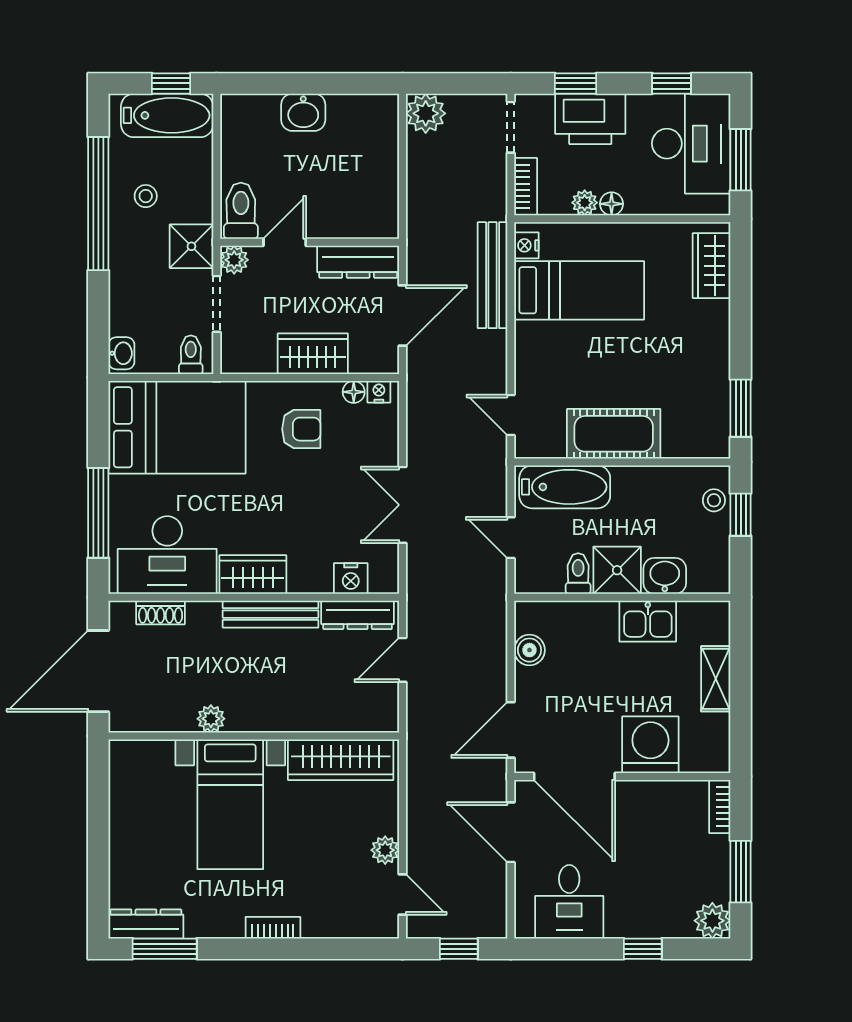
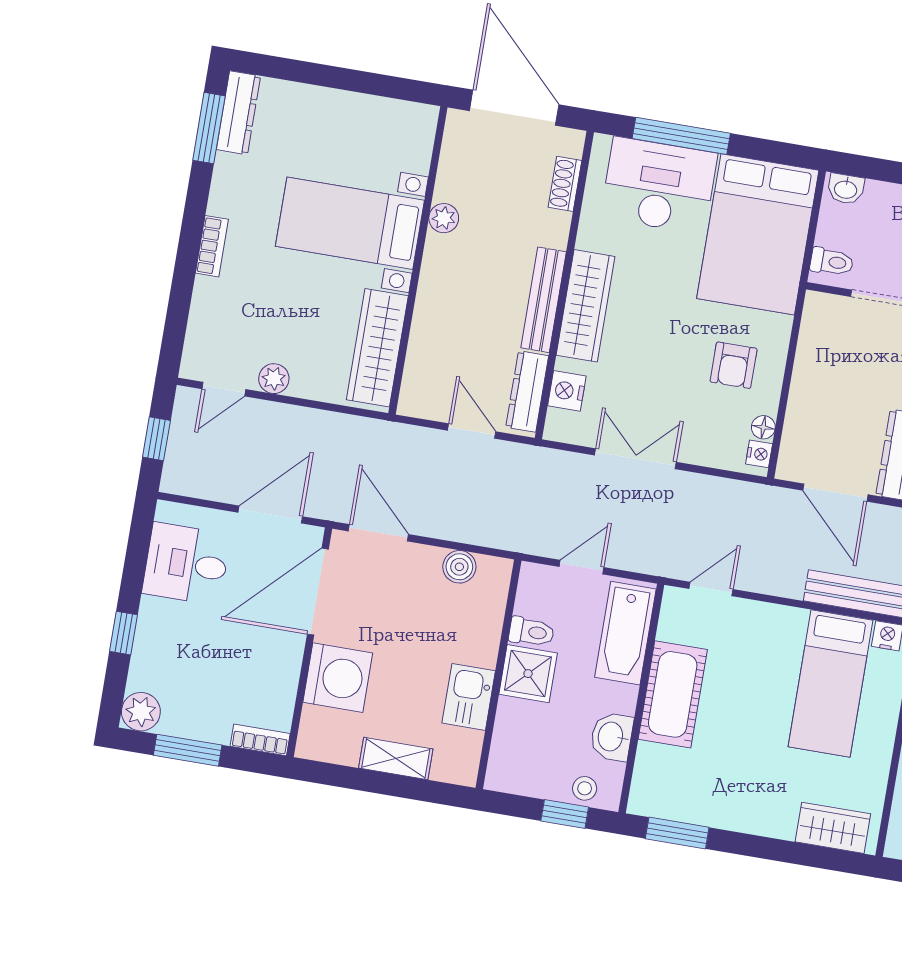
wardrobe: (313, 354) -> (811, 391), removed
desk: (167, 555) -> (659, 185), moved, turned 90
wardrobe: (253, 575) -> (586, 306), width x1.50
washbasin: (665, 576) -> (612, 737), moved, turned 180

